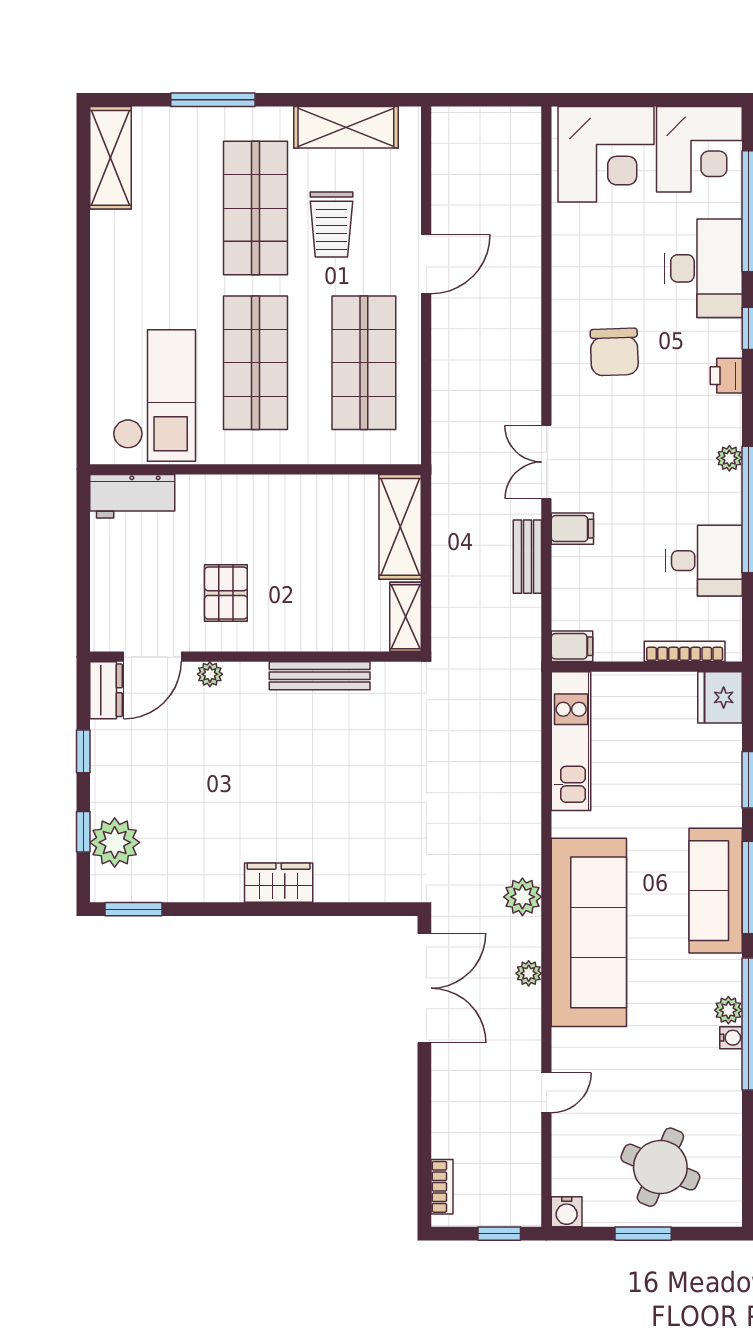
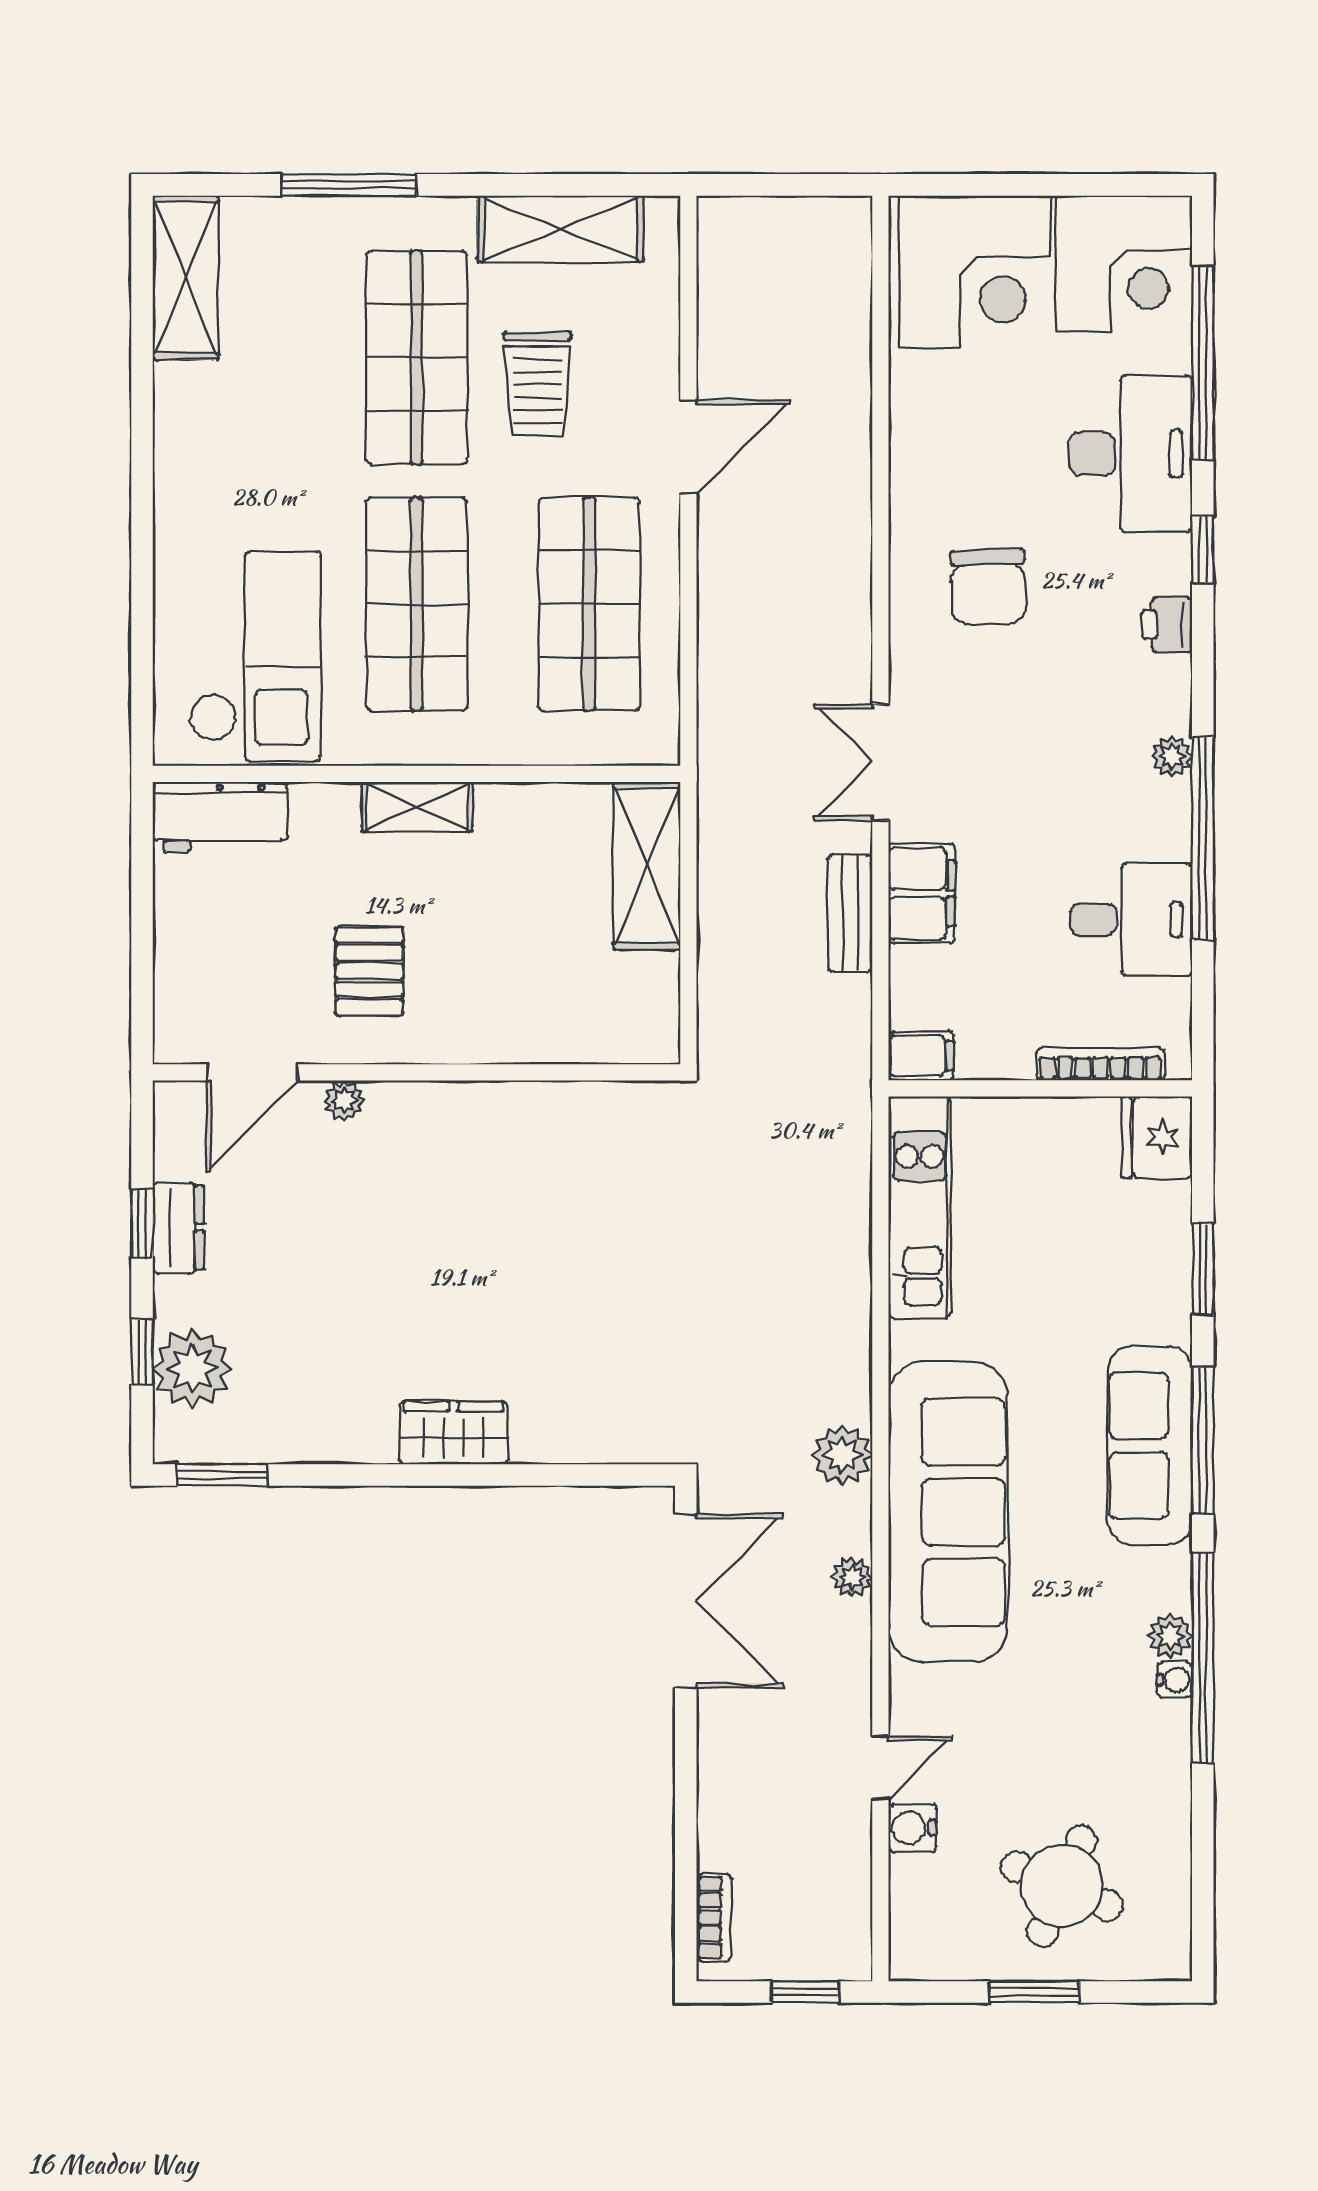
filing cabinet: (572, 529) -> (922, 893), width x2.00
shelving: (405, 617) -> (417, 807), moved, turned 90
bench: (320, 676) -> (519, 1103), removed
dresser: (106, 690) -> (178, 1228), moved
water cooler: (567, 1212) -> (912, 1828), moved, turned 90

